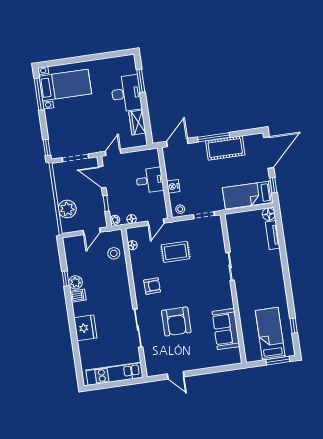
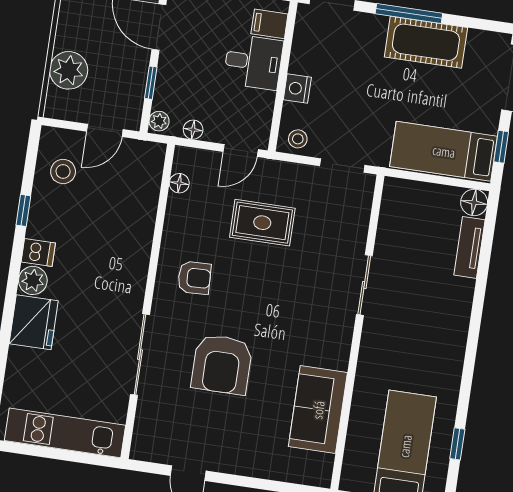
filing cabinet: (152, 161) -> (269, 24), added
stool: (114, 253) -> (63, 171), moved
plant: (76, 282) -> (33, 280), moved

